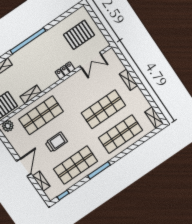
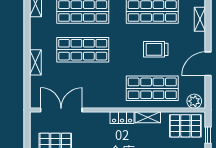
double door: (91, 60) -> (61, 110), width x1.37
locker: (65, 71) -> (122, 118), moved
door: (24, 167) -> (208, 64), moved

